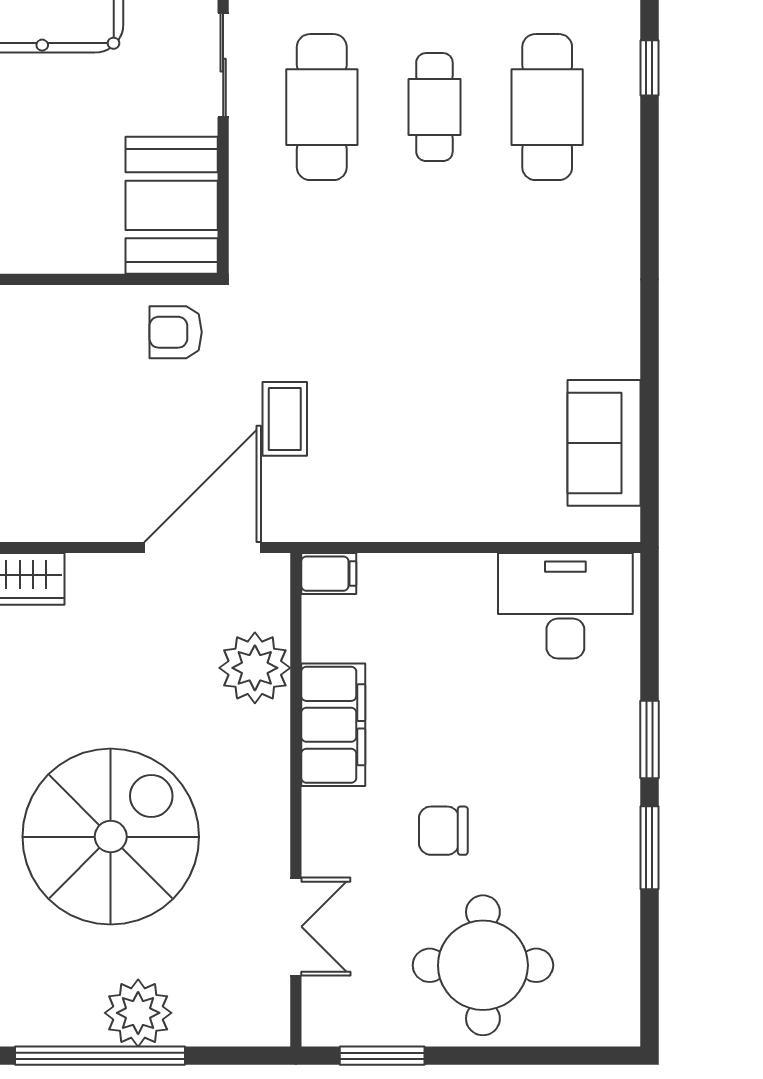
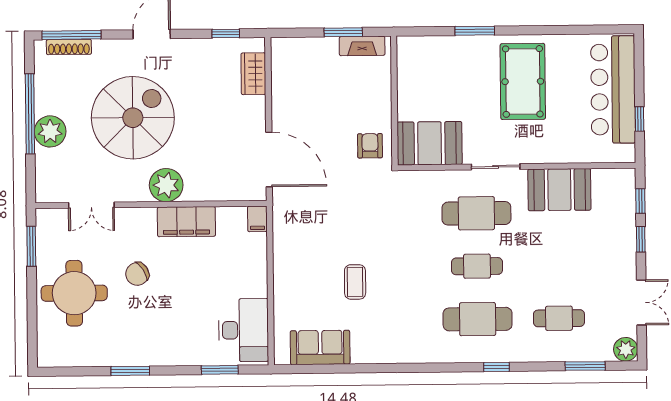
coffee table: (285, 419) -> (355, 282), moved, turned 90
plant: (255, 668) -> (166, 185), moved
window: (649, 740) -> (220, 370), moved
chair: (443, 831) -> (137, 274), turned -123
spiral stairs: (111, 837) -> (133, 118), turned -90

